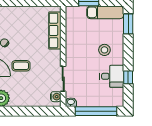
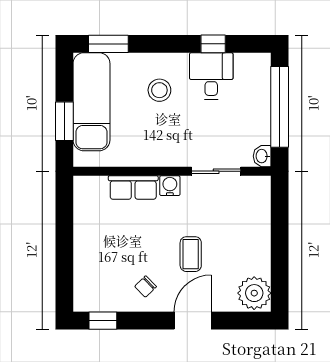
exam couch: (105, 12) -> (91, 102), width x1.36, depth x1.45
row of seats: (55, 30) -> (133, 187), width x0.68
water cooler: (56, 97) -> (170, 186), moved

